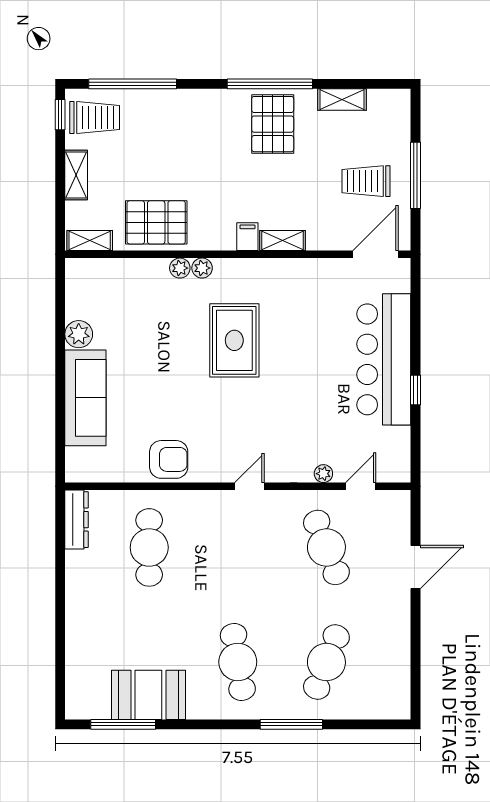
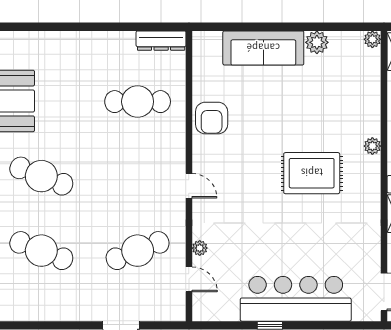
plant: (180, 268) -> (372, 39), moved
cafe table: (238, 662) -> (41, 176), turned 30

